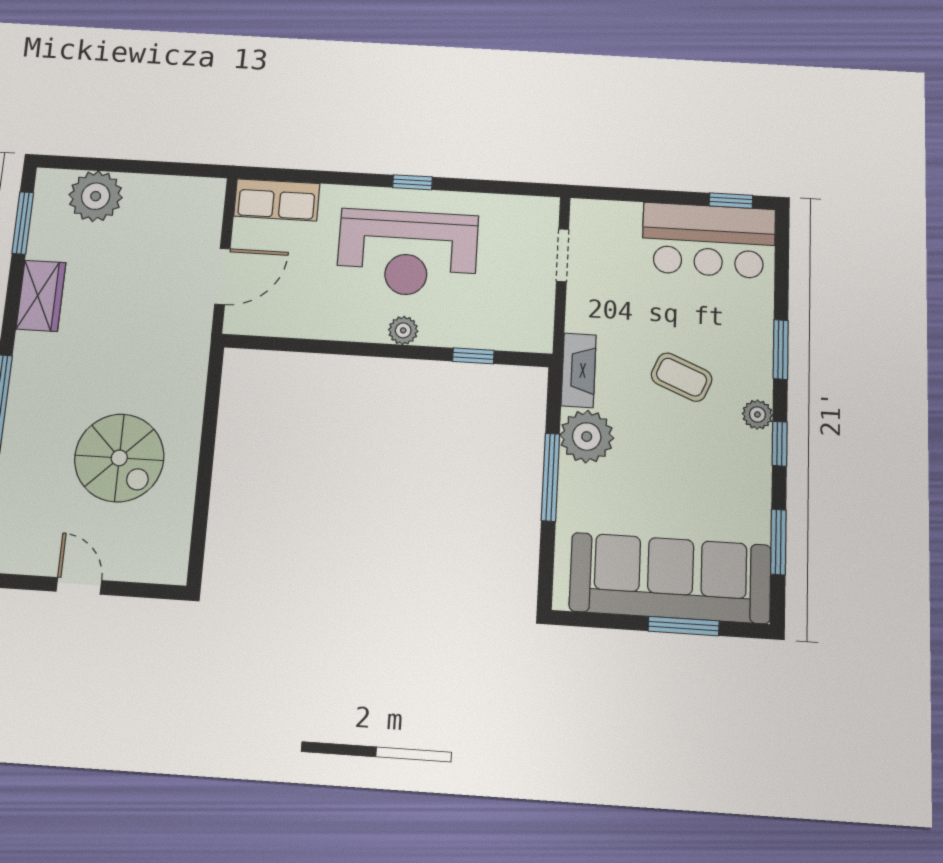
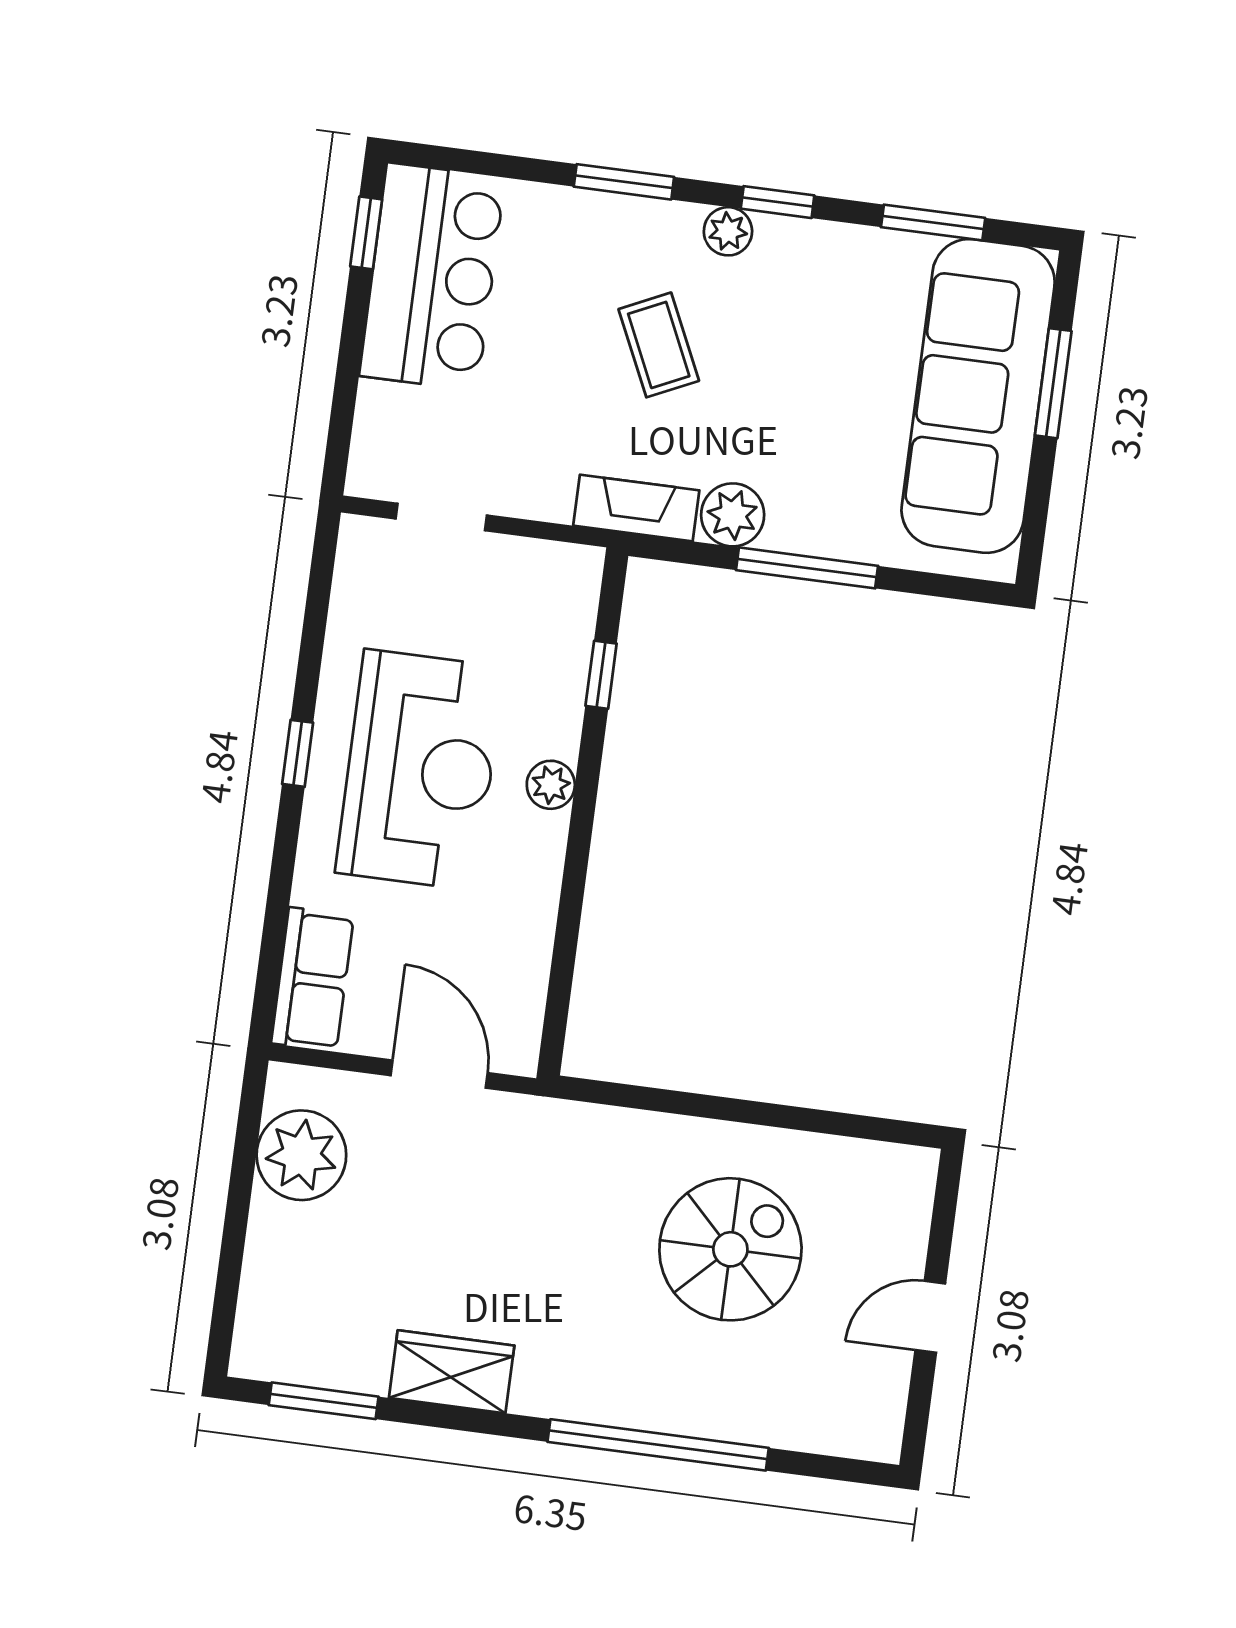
plant: (96, 196) -> (301, 1155), moved
coffee table: (682, 377) -> (659, 345), turned -48
plant: (587, 437) -> (733, 515), width x0.73, depth x0.73

